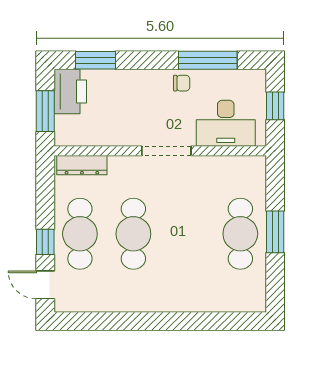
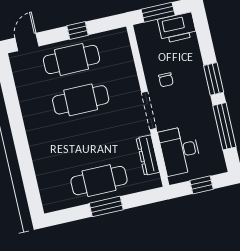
window: (95, 60) -> (214, 79), moved
chair: (182, 83) -> (166, 80), moved
dresser: (82, 165) -> (148, 155), moved
window: (45, 242) -> (78, 31), moved

